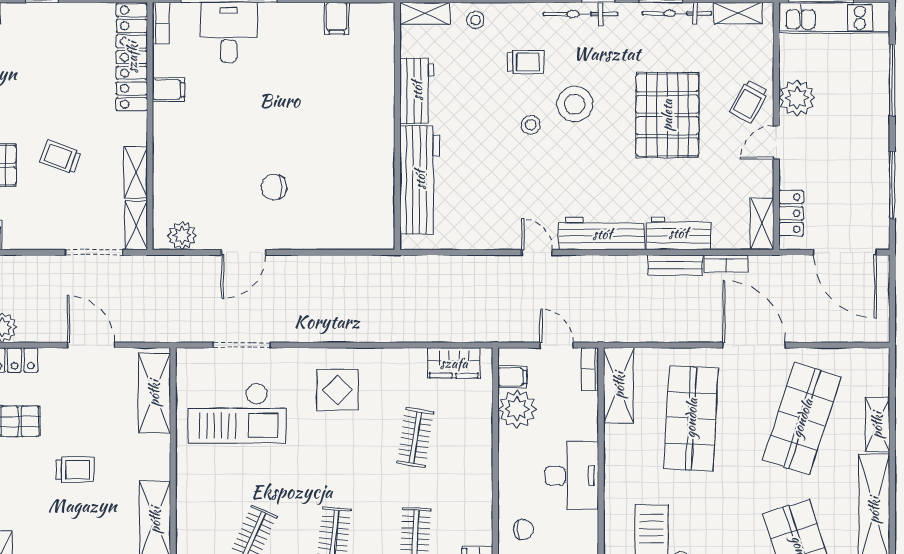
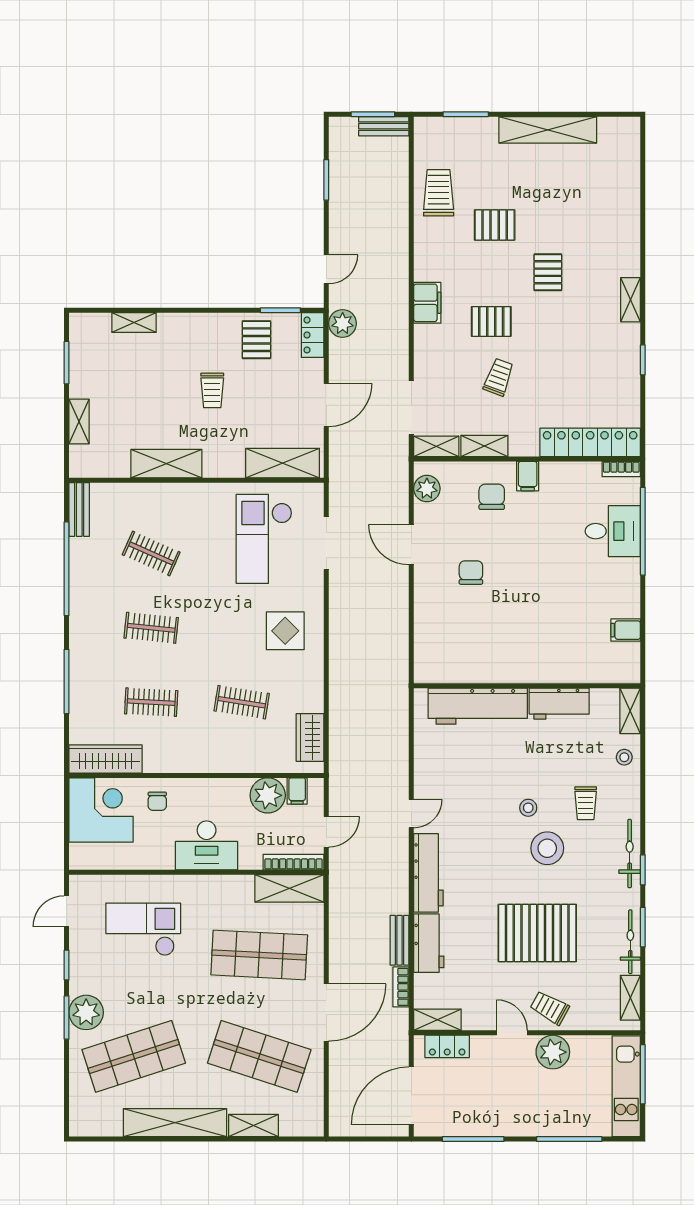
filing cabinet: (169, 90) -> (528, 476), moved
chair: (191, 165) -> (492, 497), added
bookcase: (590, 369) -> (294, 862), width x1.56

